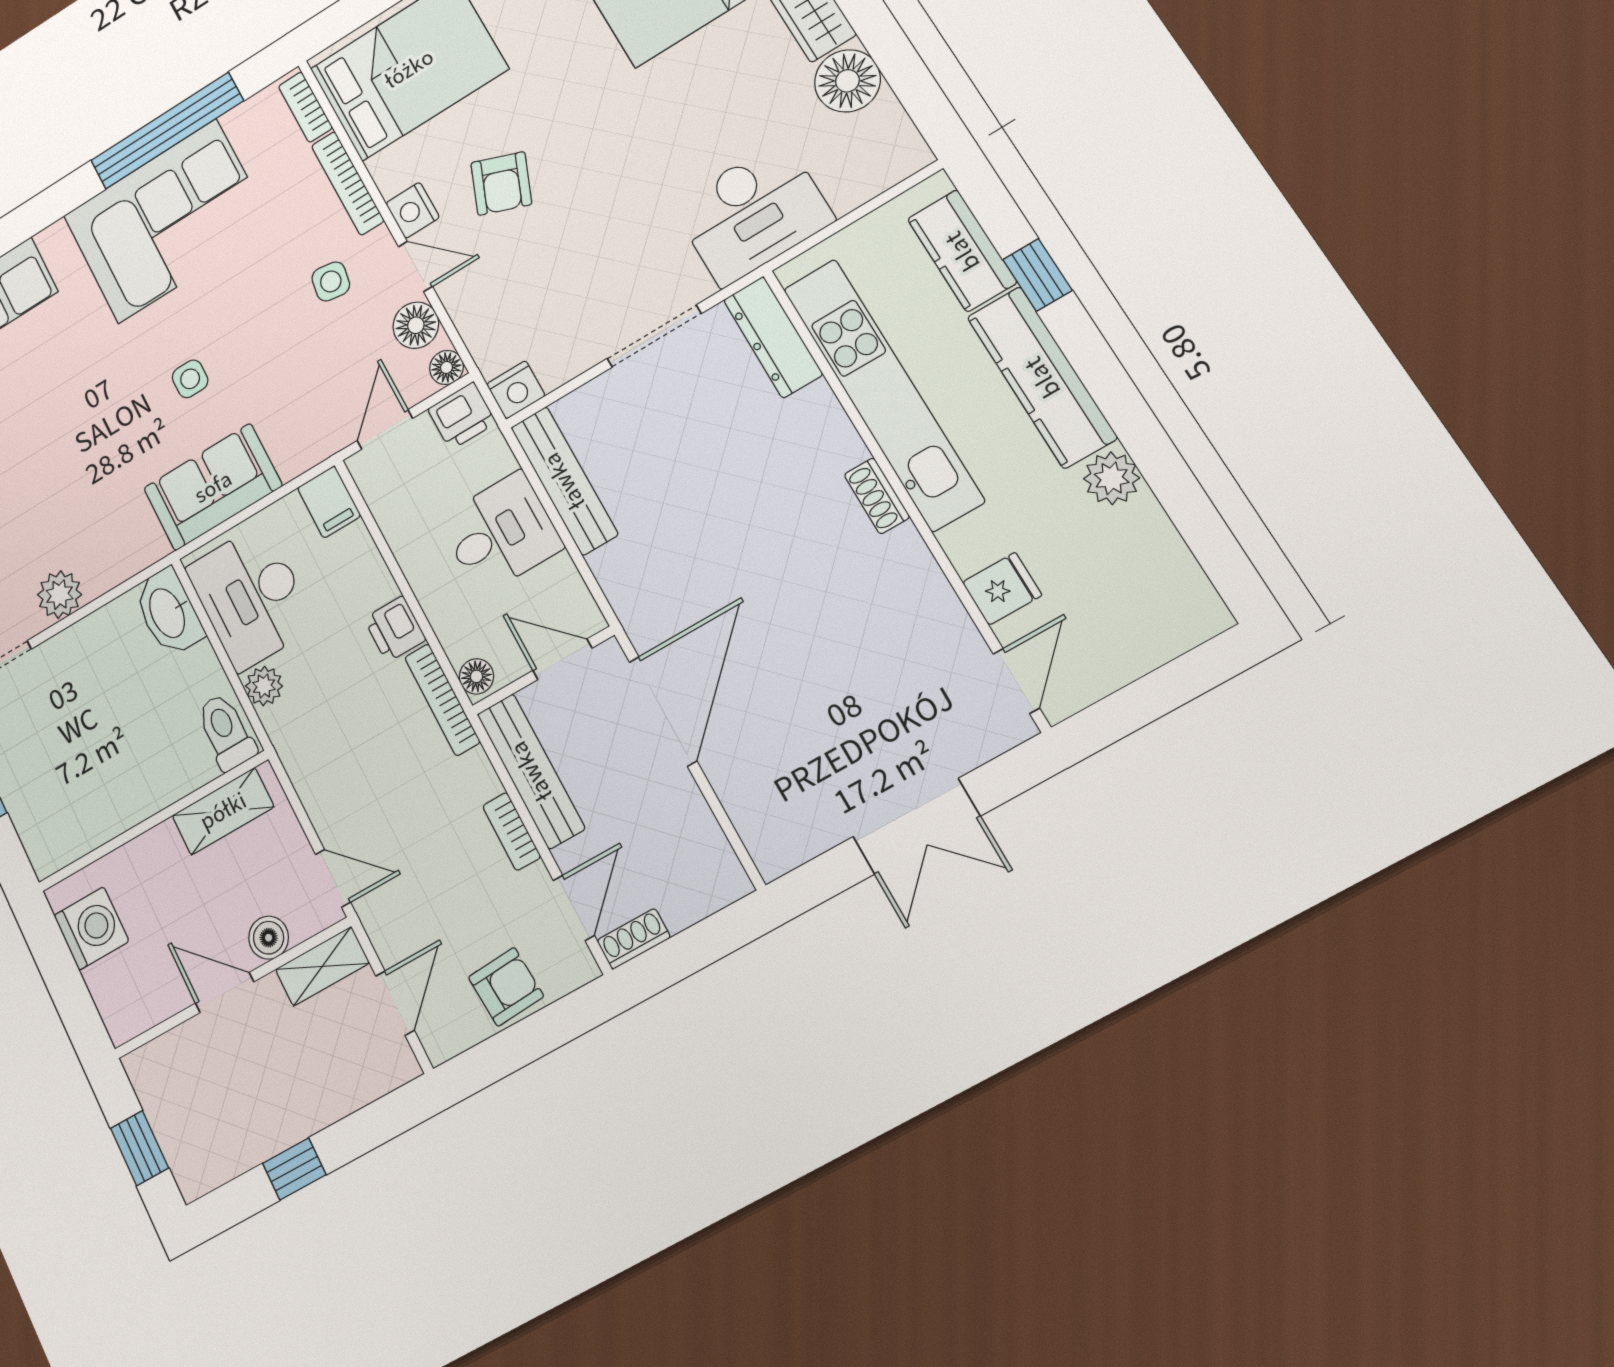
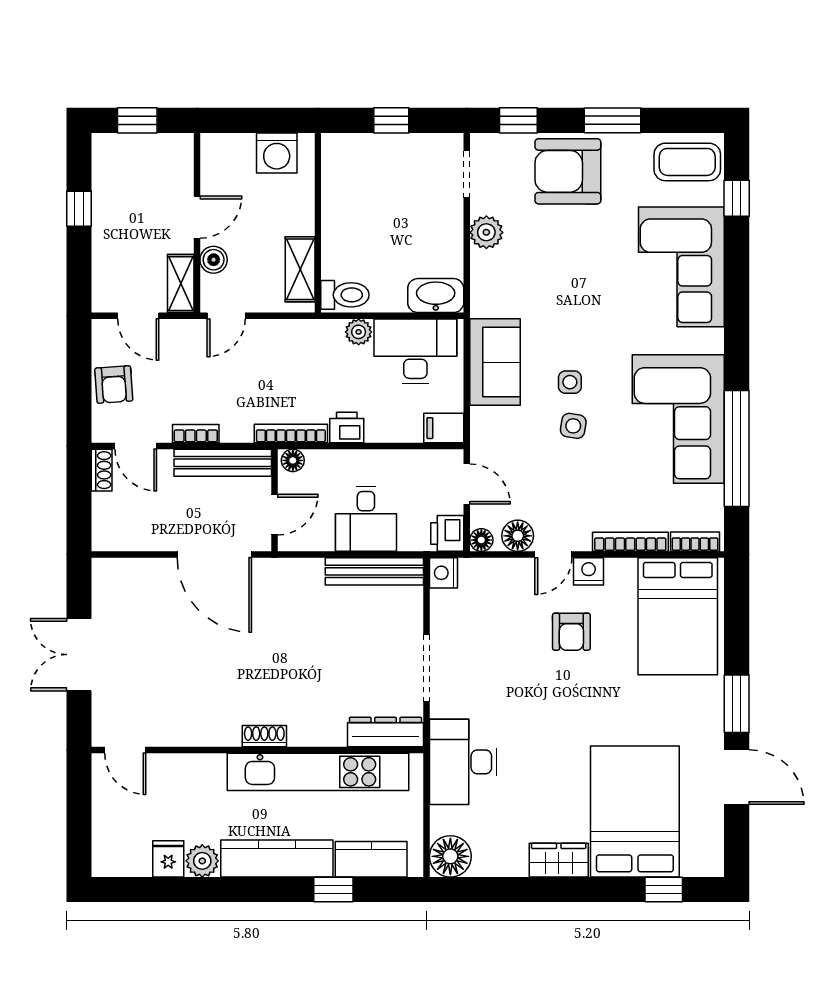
floor lamp: (847, 81) -> (450, 856), moved
armchair: (501, 184) -> (571, 632), turned -111
side table: (331, 281) -> (573, 426), moved
fridge: (1002, 589) -> (168, 859), moved, turned 180

